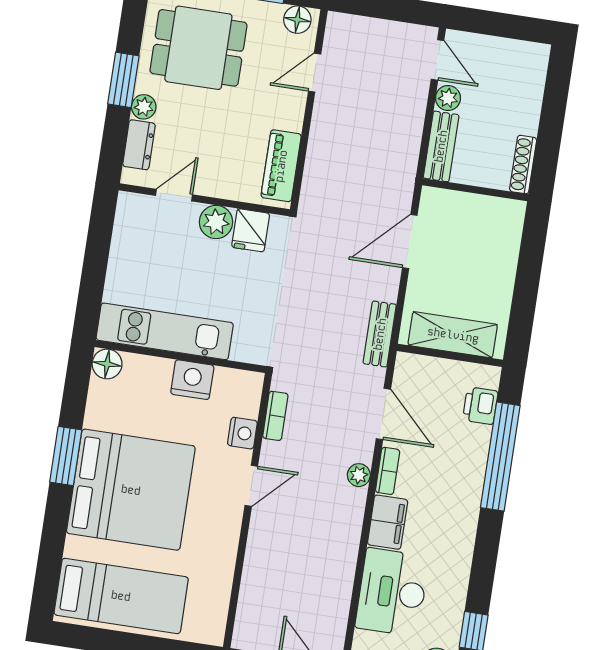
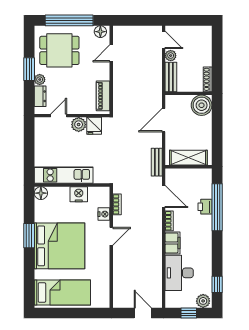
boiler: (501, 221) -> (202, 105), added
printer: (480, 406) -> (205, 207), moved
plant: (359, 475) -> (157, 224), removed

